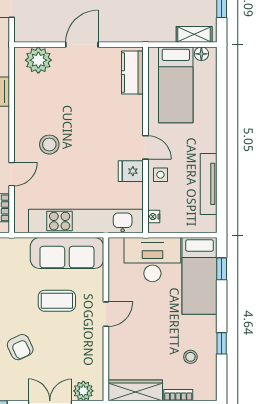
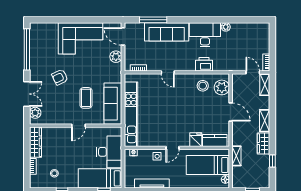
shelving: (194, 34) -> (236, 156), moved
stool: (49, 145) -> (203, 86), moved
fridge: (131, 171) -> (196, 140), moved
door: (12, 174) -> (168, 72), moved
door: (106, 314) -> (78, 126), hinge flipped

